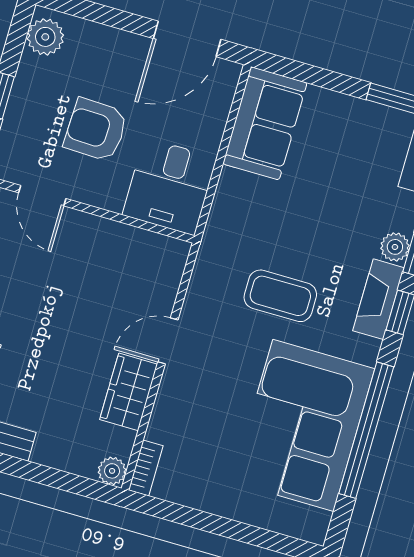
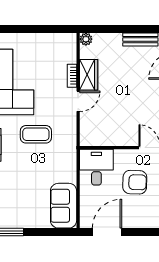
bookcase: (146, 468) -> (72, 76), moved

